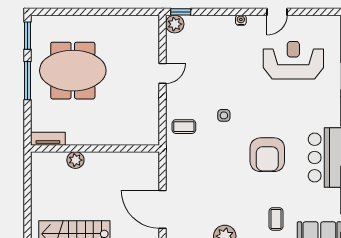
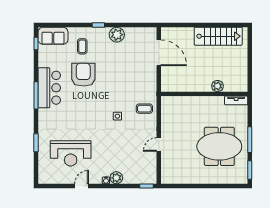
plant: (175, 24) -> (116, 178), moved
armchair: (267, 155) -> (83, 75), moved

